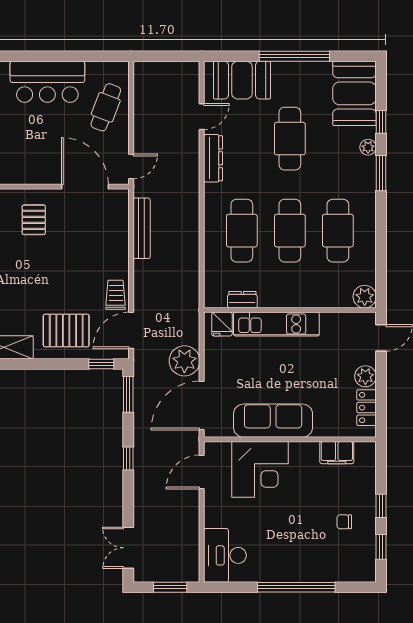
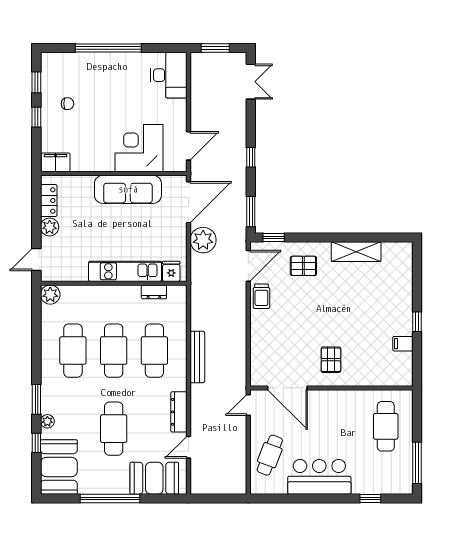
bench: (142, 228) -> (197, 357), moved
pallet: (66, 331) -> (303, 266), width x0.67, depth x0.71
filing cabinet: (337, 453) -> (56, 162), moved

